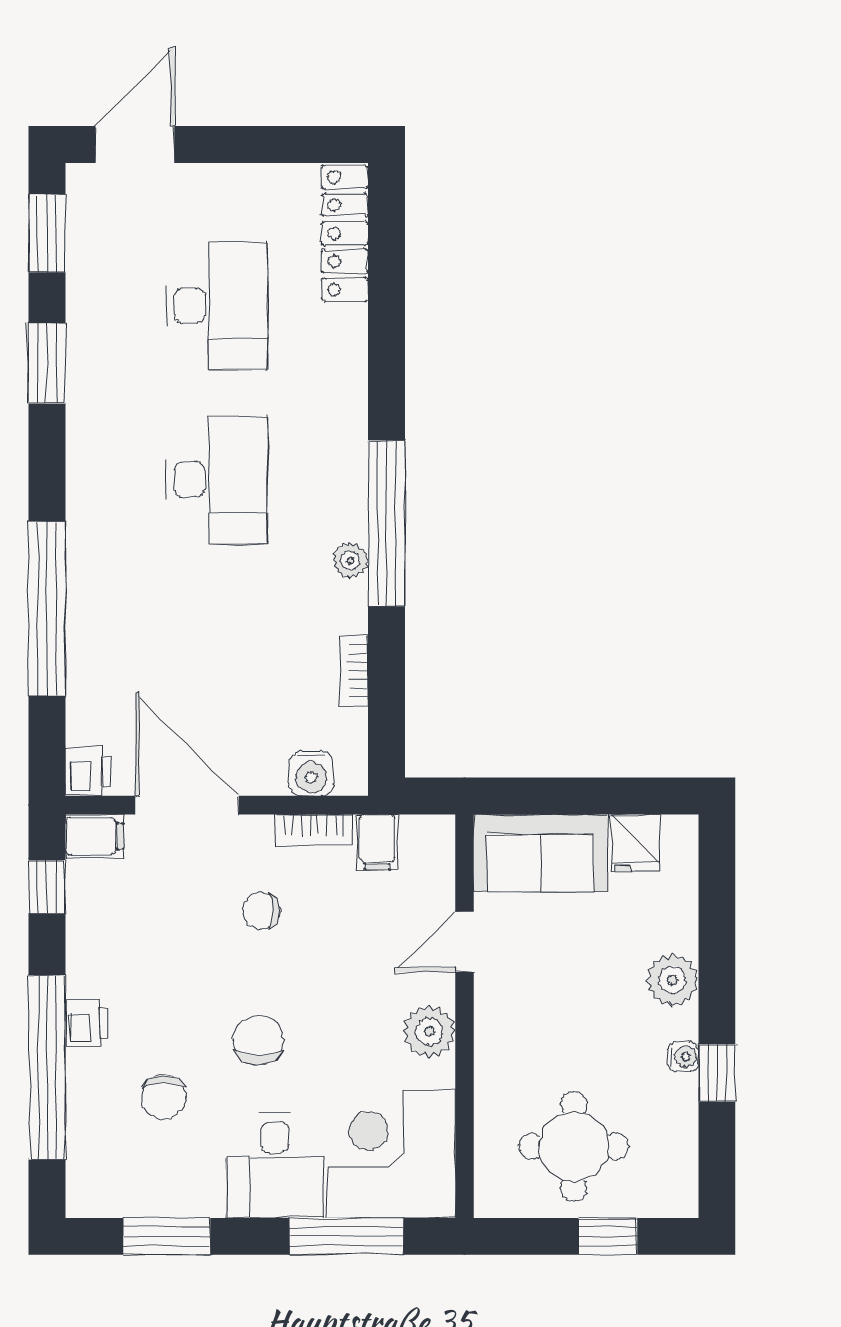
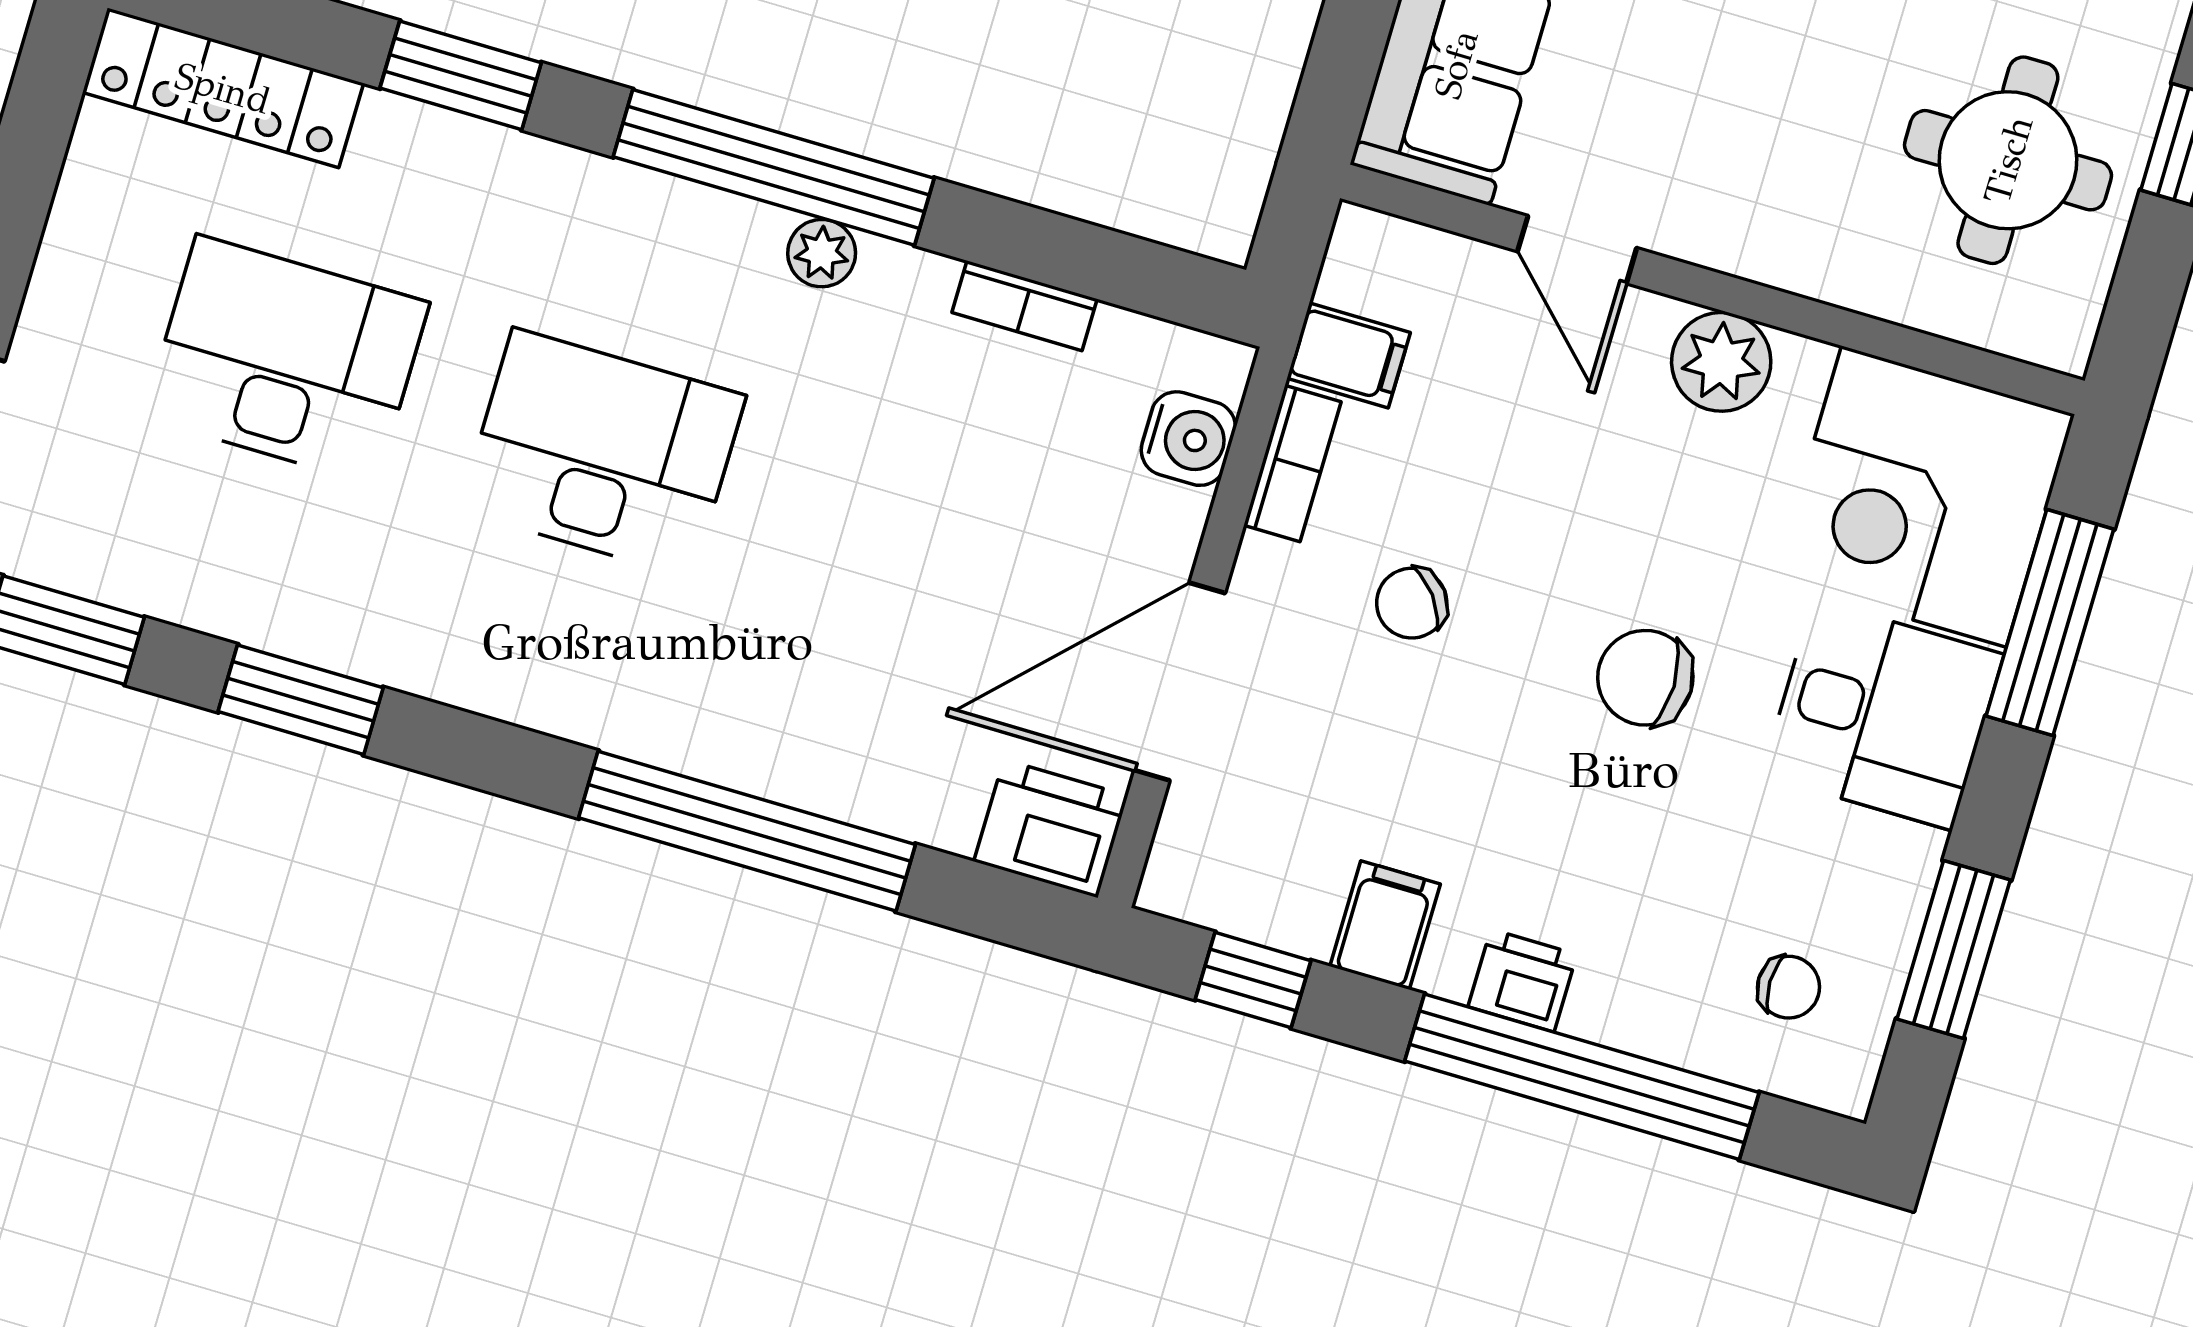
window: (387, 351) -> (461, 75), added
printer: (88, 771) -> (1051, 829), width x1.36, depth x1.24
filing cabinet: (94, 836) -> (1385, 925), moved
chair: (261, 911) -> (1412, 603), turned 52
chair: (164, 1097) -> (1789, 987), moved, width x0.73, depth x0.73

